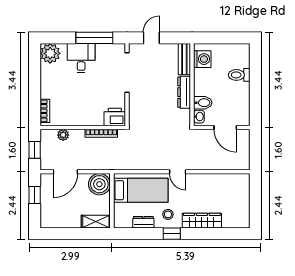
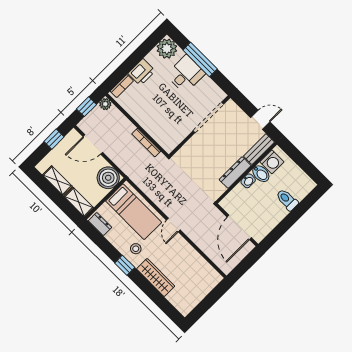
window: (94, 38) -> (200, 59), moved
door: (151, 38) -> (260, 120), moved
bidet: (203, 103) -> (261, 174), moved
printer: (115, 117) -> (142, 72), moved, turned 90
washbasin: (199, 117) -> (248, 181), moved
door: (225, 127) -> (239, 227), width x1.36
plant: (63, 135) -> (105, 104), moved
shelving: (66, 222) -> (57, 181), added
dresser: (143, 222) -> (100, 224), moved

